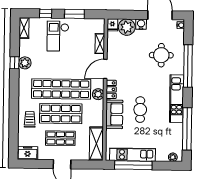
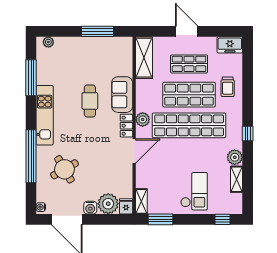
window: (46, 14) -> (223, 219), moved
window: (74, 14) -> (160, 219), moved
shelving: (24, 28) -> (237, 179), moved
shelving: (100, 44) -> (141, 201), moved
round table: (161, 55) -> (64, 169), turned -30
window: (15, 63) -> (248, 133), moved
window: (187, 129) -> (31, 78), width x0.68
kitchen unit: (133, 155) -> (99, 45), removed
window: (133, 165) -> (98, 31), width x0.68

